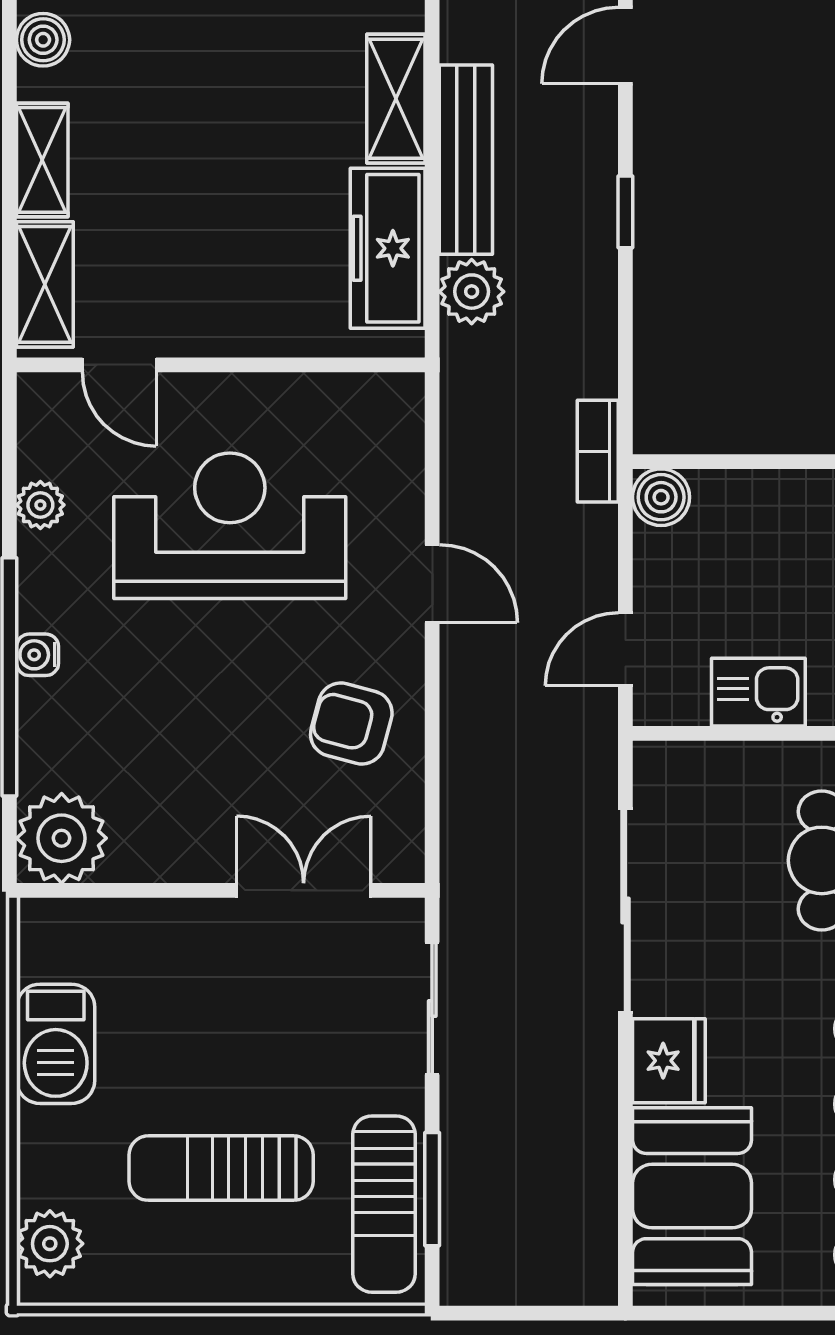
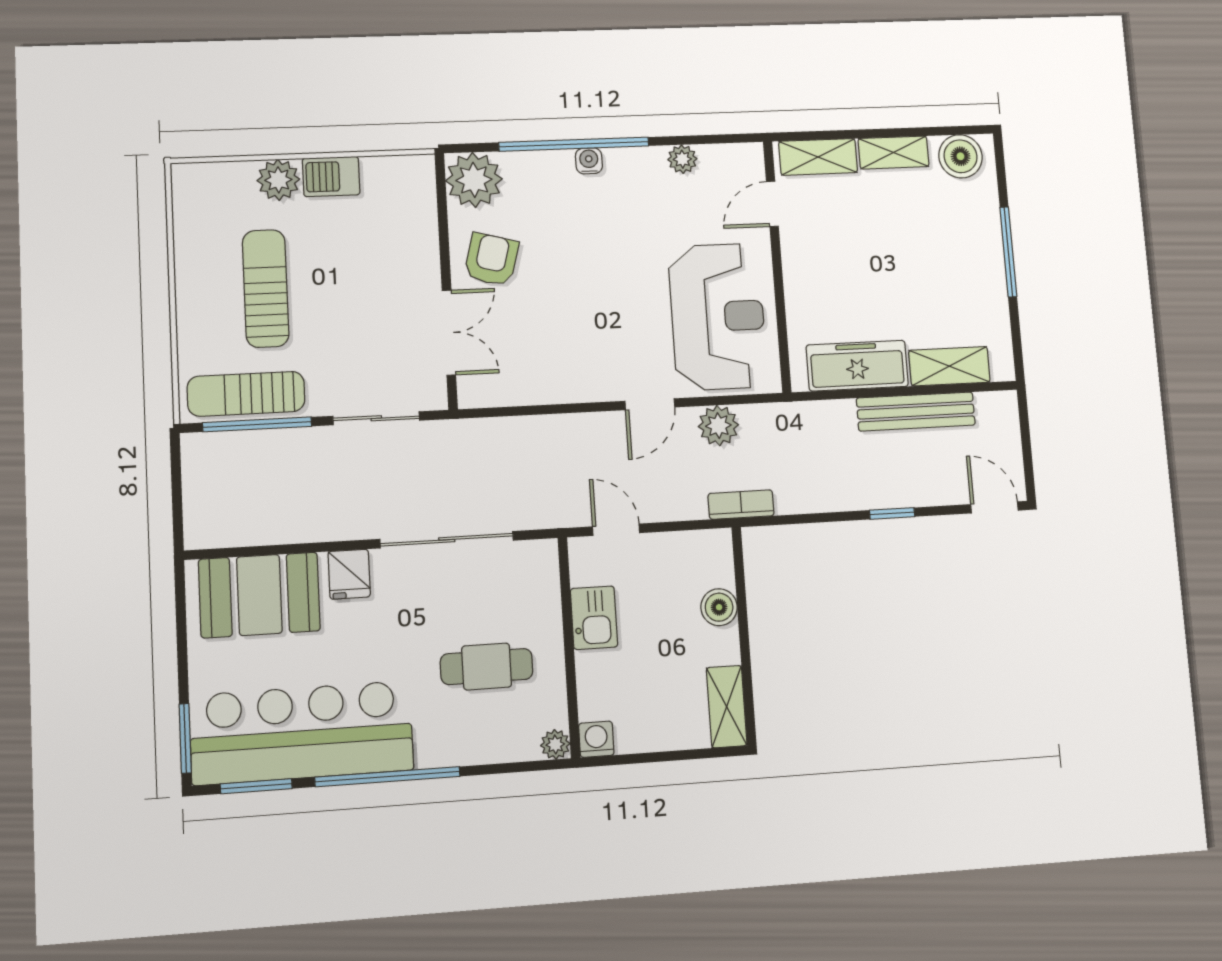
boiler: (43, 40) -> (960, 156), width x1.36, depth x1.36
plant: (472, 292) -> (718, 426), moved
boiler: (661, 497) -> (719, 607), moved
reception desk: (230, 526) -> (718, 317), moved
armchair: (351, 724) -> (491, 259), moved
barbecue: (56, 1044) -> (331, 177), width x0.73, depth x0.79
fridge: (669, 1061) -> (349, 574), width x0.72
window: (432, 1189) -> (257, 424), width x1.44
plant: (50, 1244) -> (278, 180), moved

